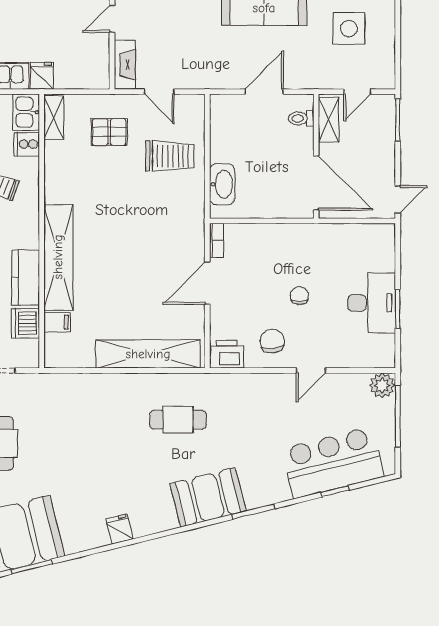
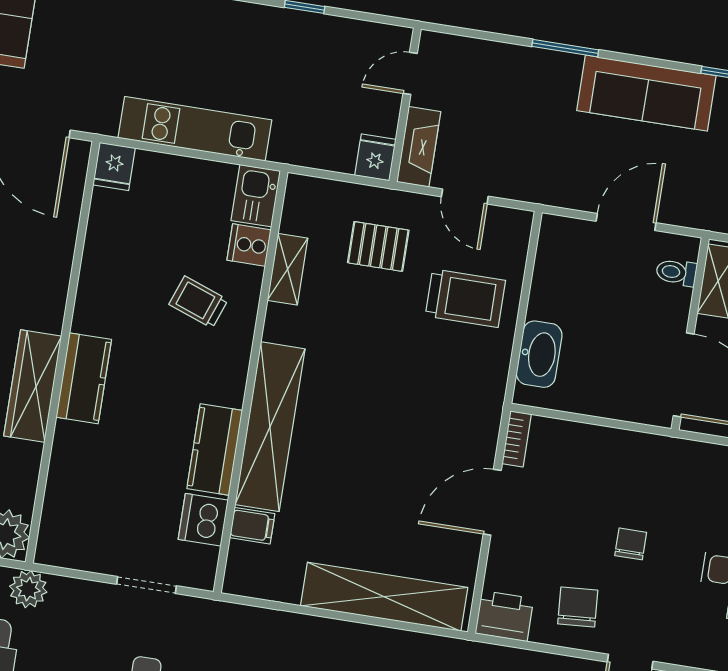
fridge: (42, 76) -> (375, 157), moved
shelving: (54, 118) -> (288, 269), moved

